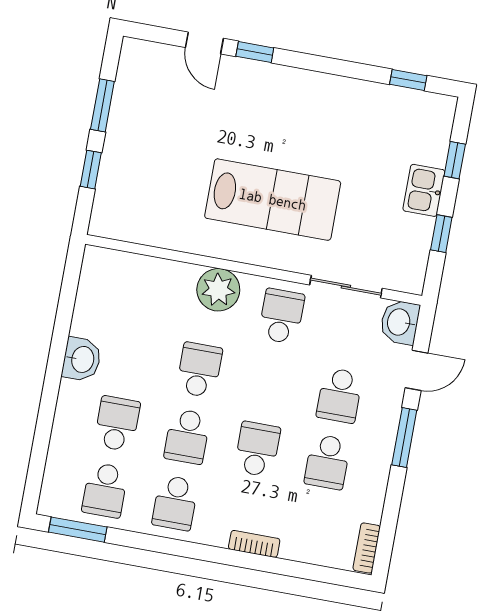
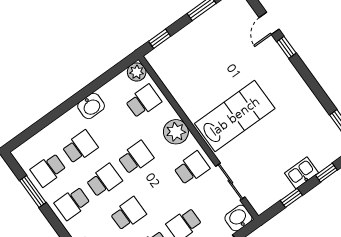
window: (91, 170) -> (160, 39), moved
lab bench: (273, 200) -> (235, 116), turned -90
plant: (98, 262) -> (137, 72), added
school desk: (141, 291) -> (143, 101), added
school desk: (187, 436) -> (104, 180), turned 180
window: (78, 530) -> (33, 192), moved

